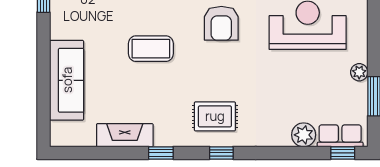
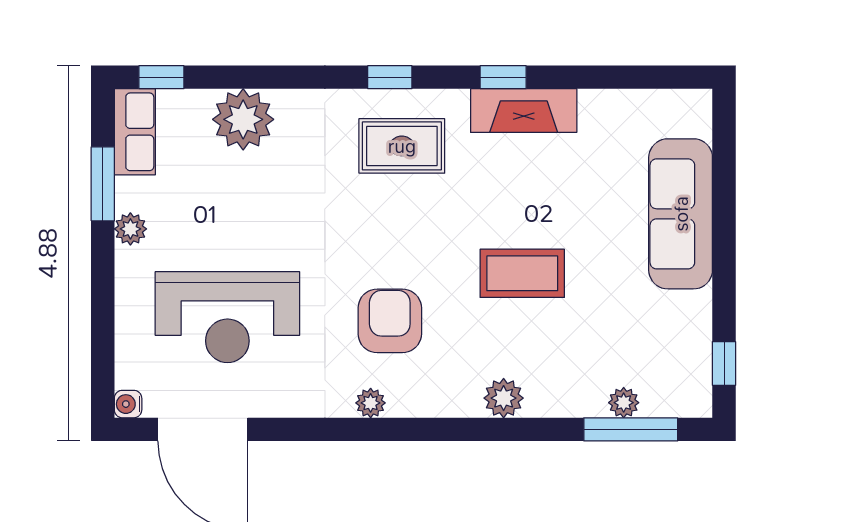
fireplace: (125, 135) -> (524, 111), moved
plant: (304, 135) -> (243, 119), width x1.36, depth x1.36
row of seats: (340, 136) -> (135, 132), moved, turned -90

